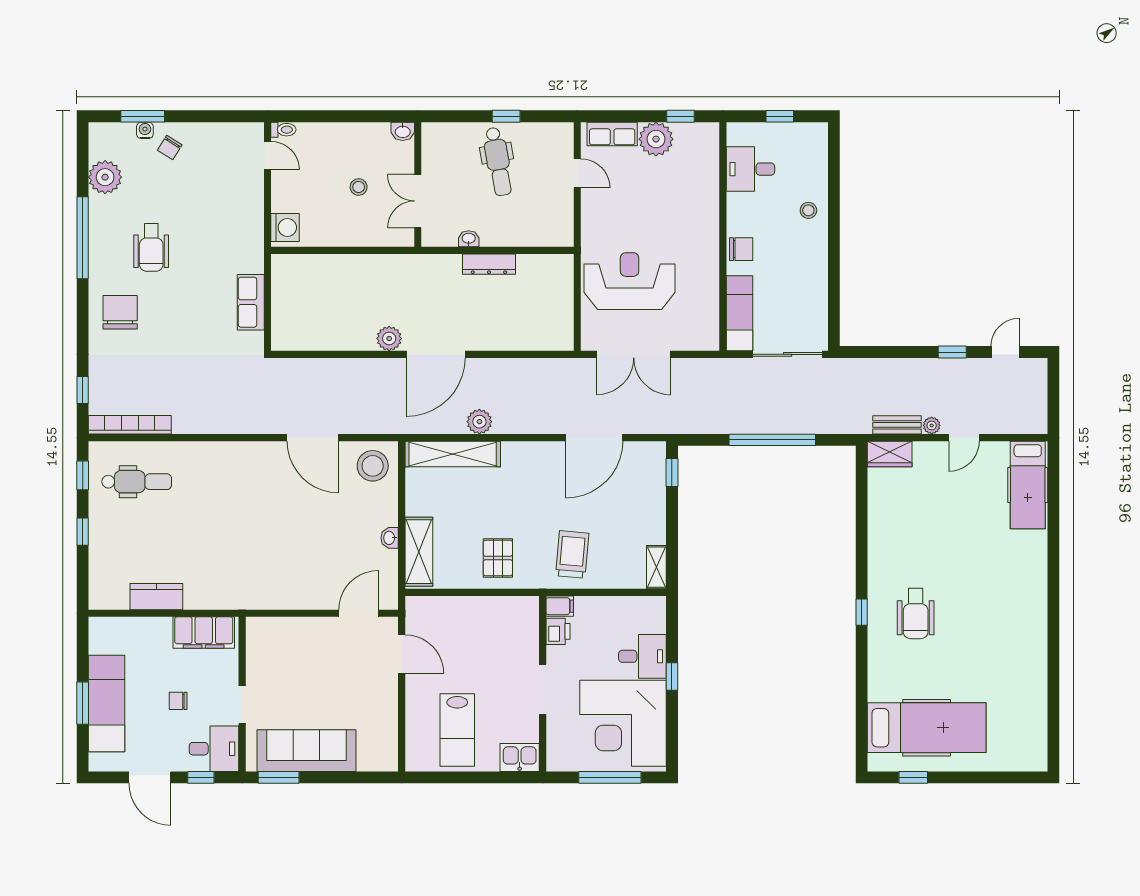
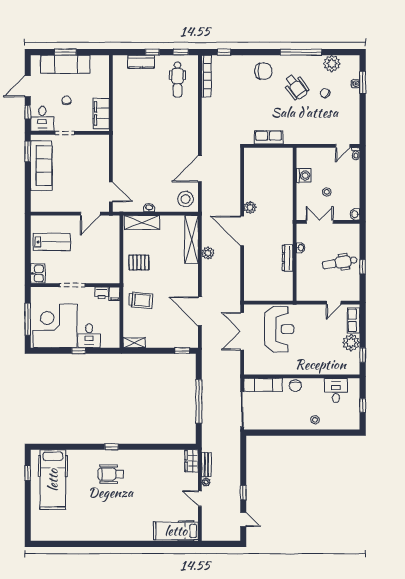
chair: (170, 147) -> (325, 93), moved
washing machine: (285, 227) -> (304, 176), moved, turned -90
wheelchair: (151, 247) -> (296, 87), turned -126
kitchen counter: (156, 597) -> (141, 62), moved, turned 90
lab bench: (457, 730) -> (52, 242), turned 180

